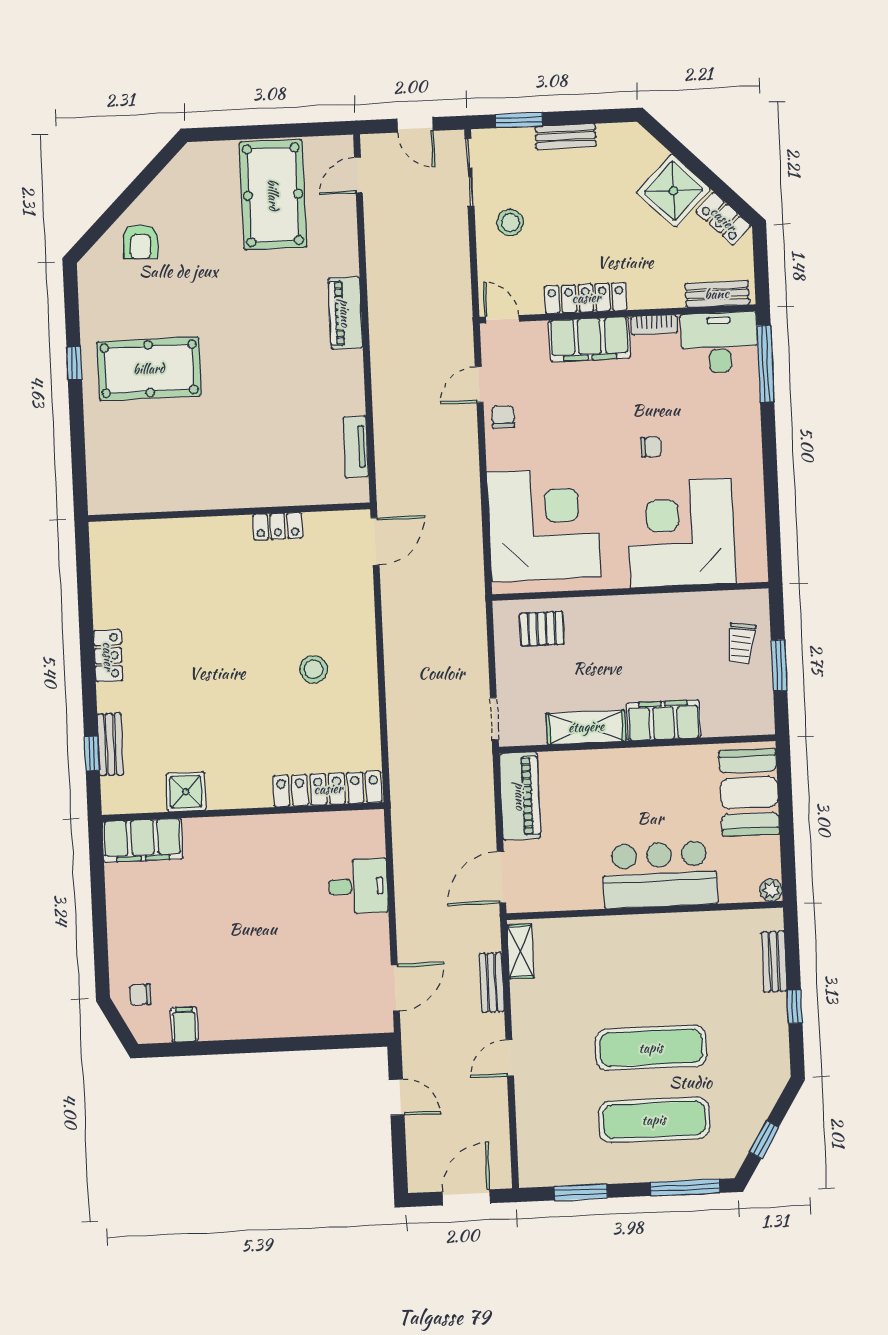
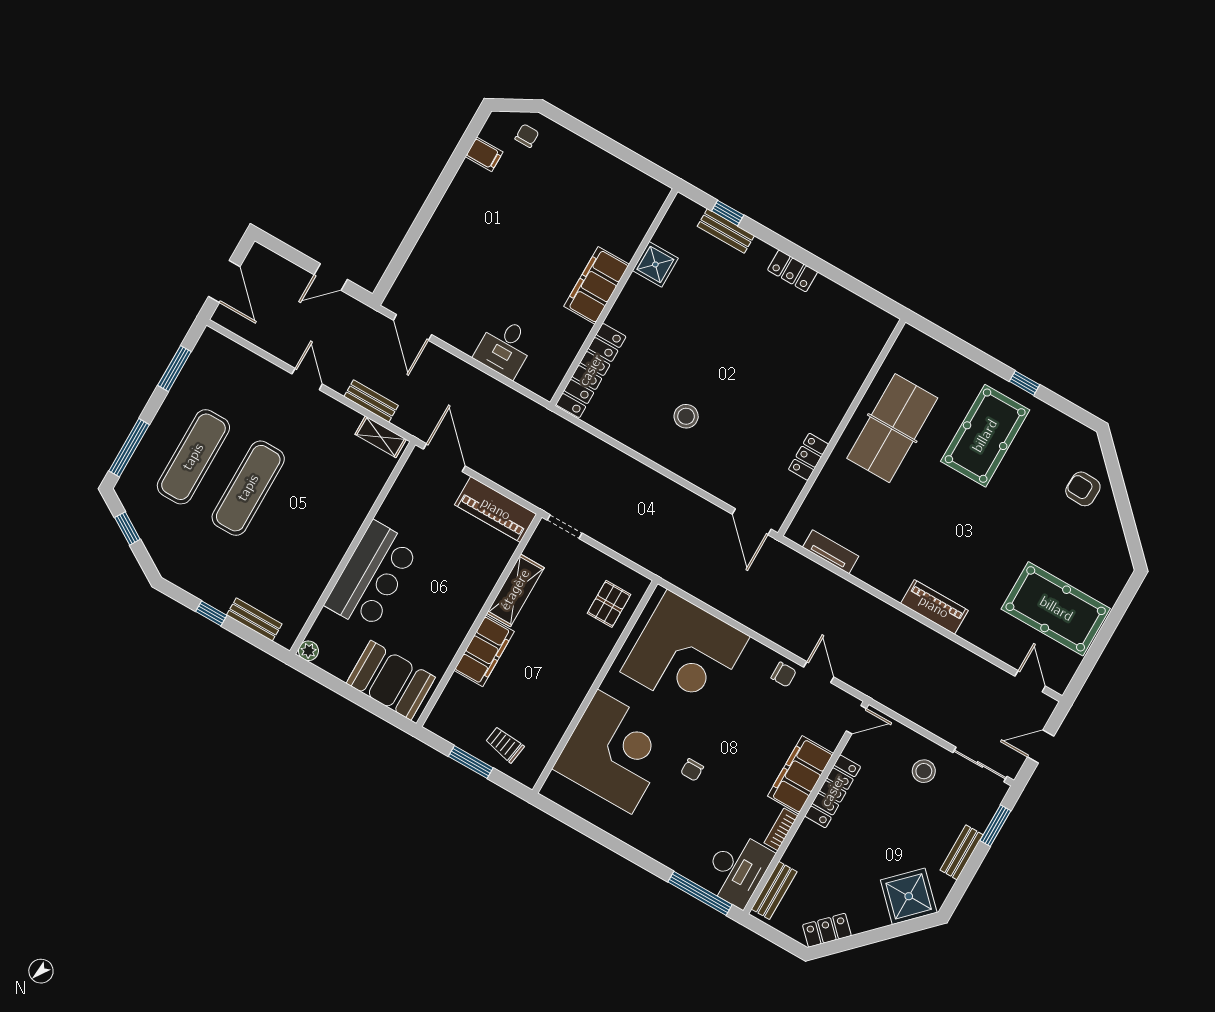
shower: (673, 191) -> (909, 896), moved
table tennis table: (199, 463) -> (892, 428), added
filing cabinet: (142, 840) -> (597, 285), moved

